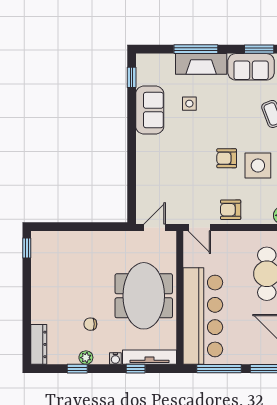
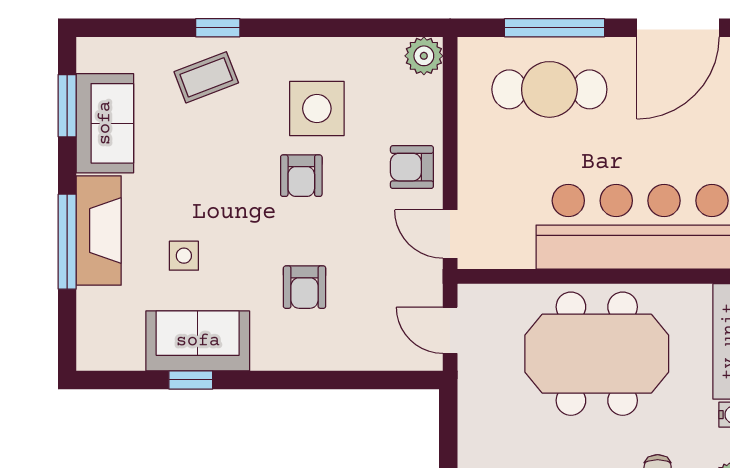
window: (132, 77) -> (191, 380), moved
armchair: (175, 160) -> (305, 287), added
armchair: (231, 210) -> (412, 167), turned 90
door: (199, 228) -> (450, 234), swing flipped

